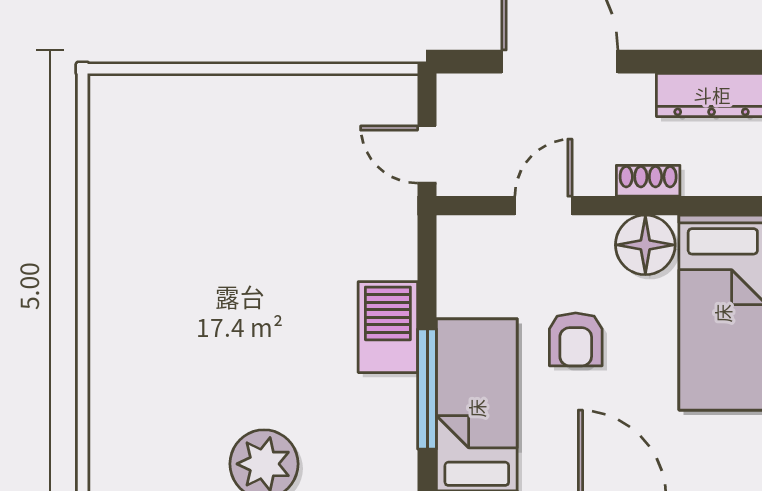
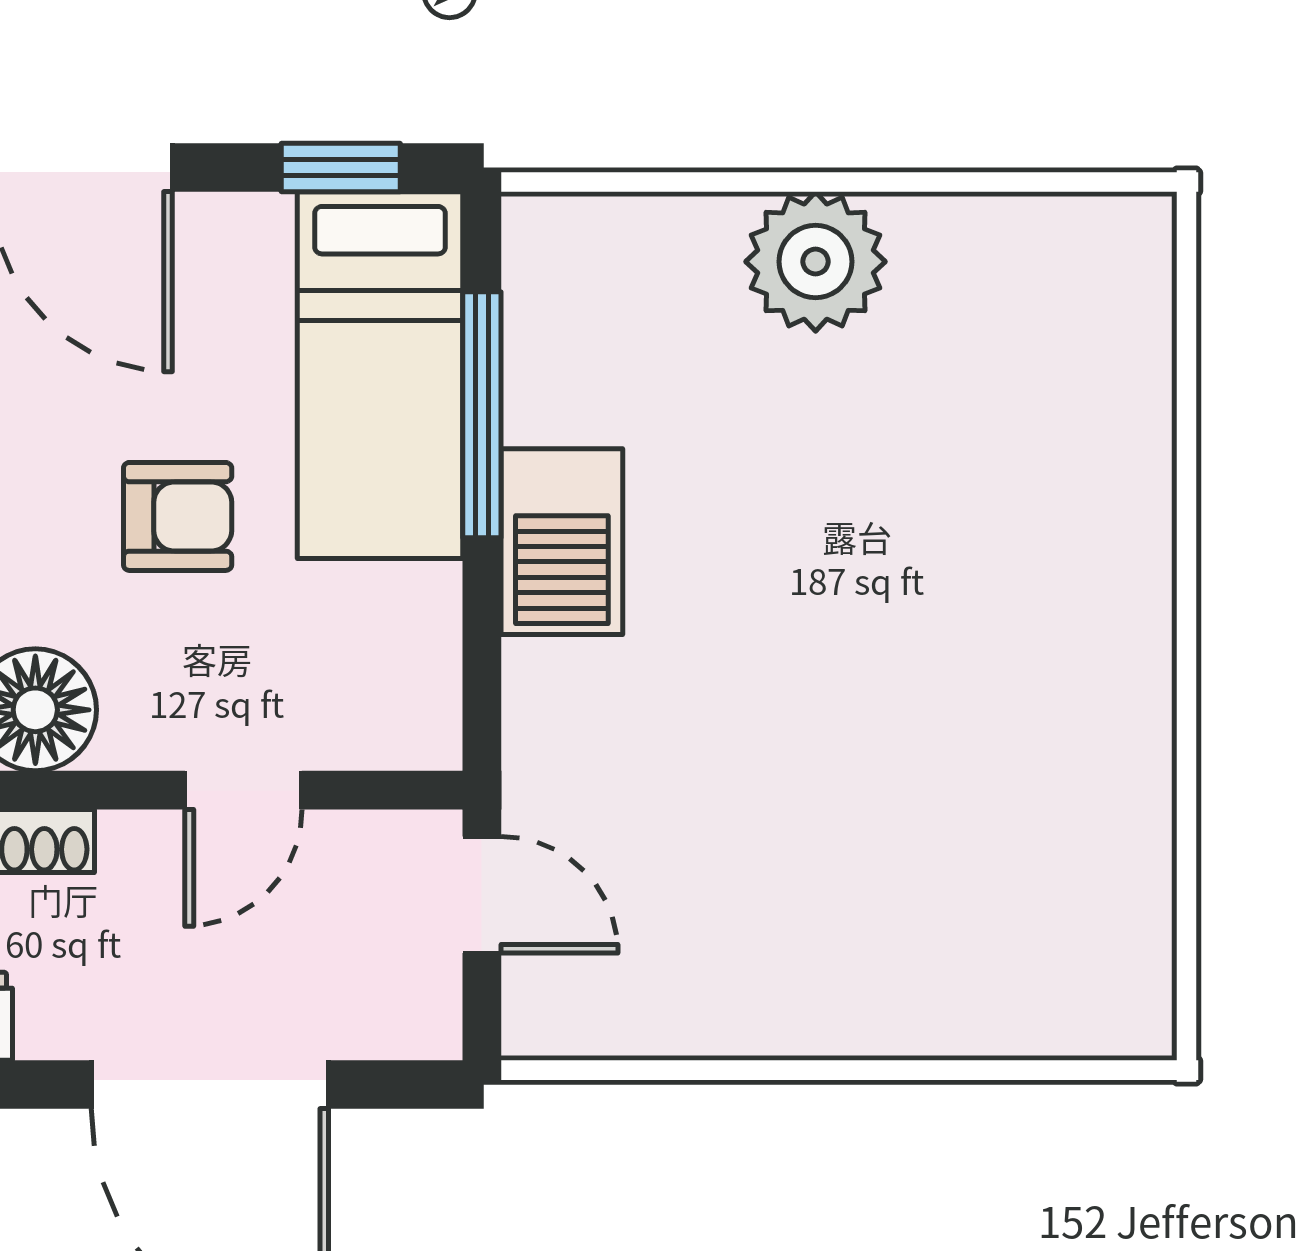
armchair: (576, 339) -> (178, 516), turned 90

